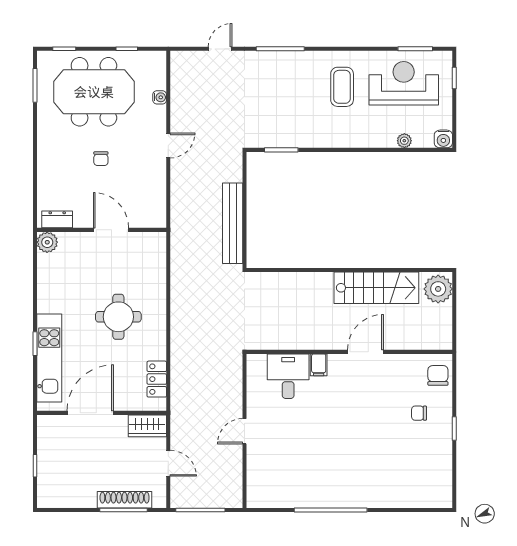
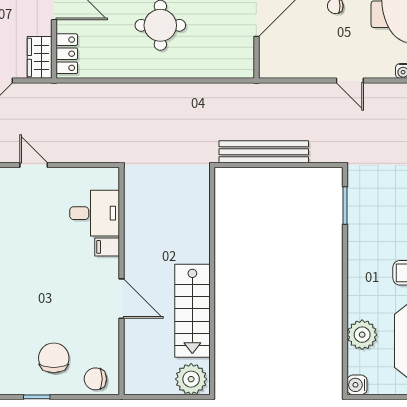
plant: (404, 141) -> (362, 335), width x1.88, depth x1.88
chair: (438, 375) -> (95, 379), turned 180
locker: (157, 379) -> (67, 54), moved, turned 90
chair: (419, 413) -> (54, 358), width x1.87, depth x1.87

